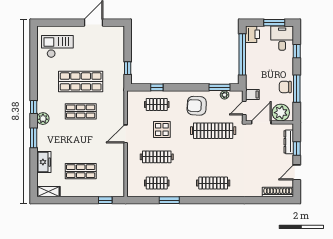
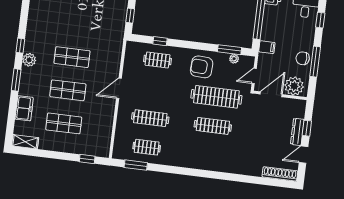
shop shelf: (81, 81) -> (68, 90), moved, width x0.70, depth x0.74
filing cabinet: (252, 94) -> (267, 47), moved
display table: (162, 130) -> (160, 88), removed
dresser: (289, 142) -> (297, 132), moved
clothes rail: (213, 183) -> (213, 126), moved
window: (169, 200) -> (136, 165), moved

